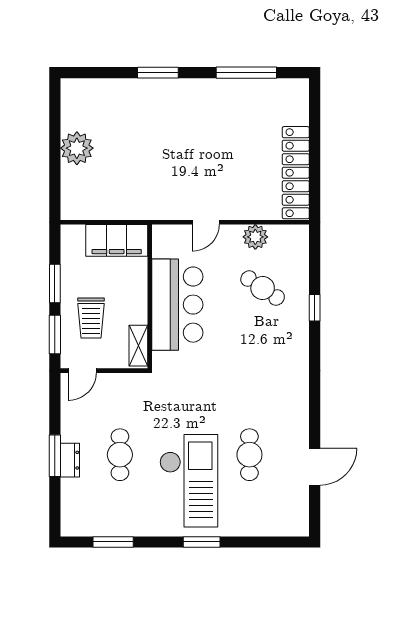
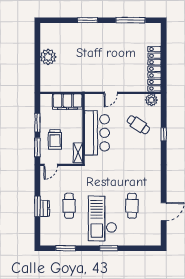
plant: (255, 237) -> (151, 100), moved
checkout: (189, 481) -> (102, 218), turned 180

